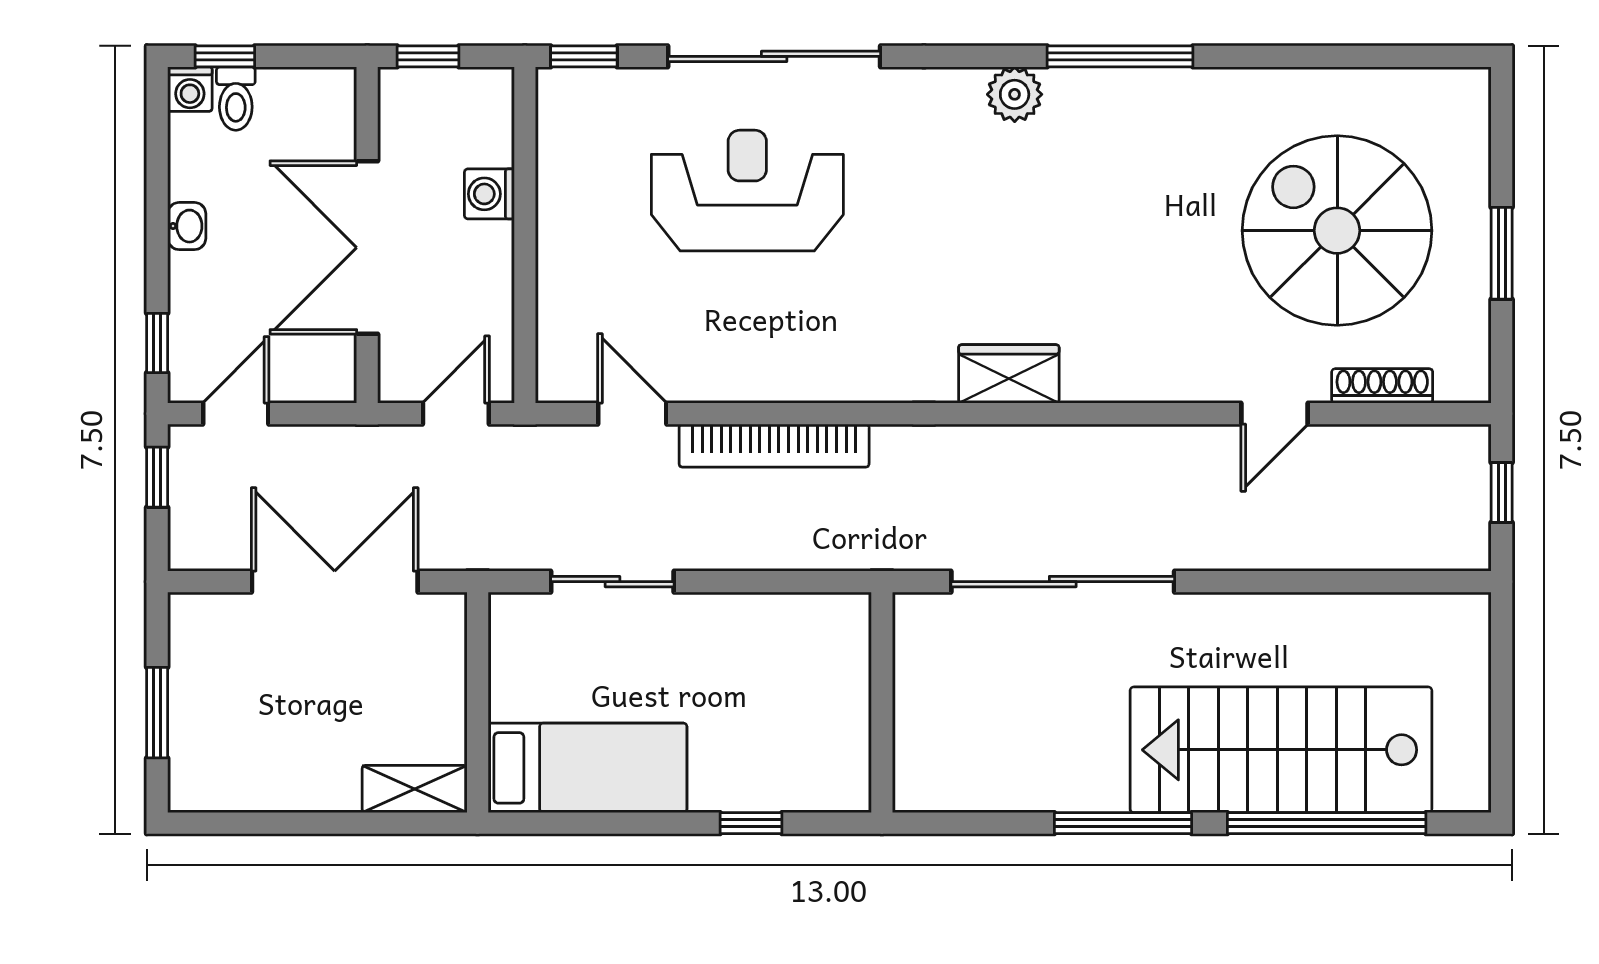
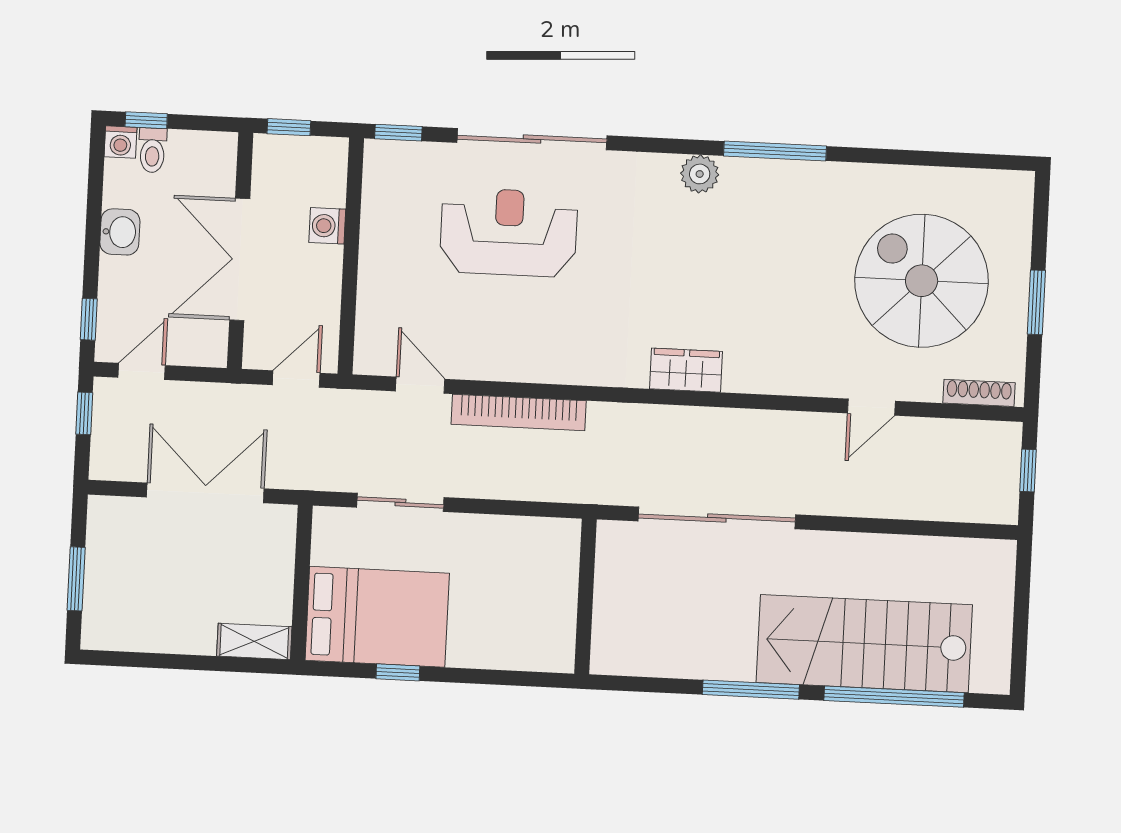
washbasin: (187, 226) -> (120, 232), width x1.38, depth x1.45
shoe rack: (1382, 386) -> (979, 393), moved
bed: (587, 768) -> (377, 617), width x1.50
window: (751, 823) -> (398, 672), moved

